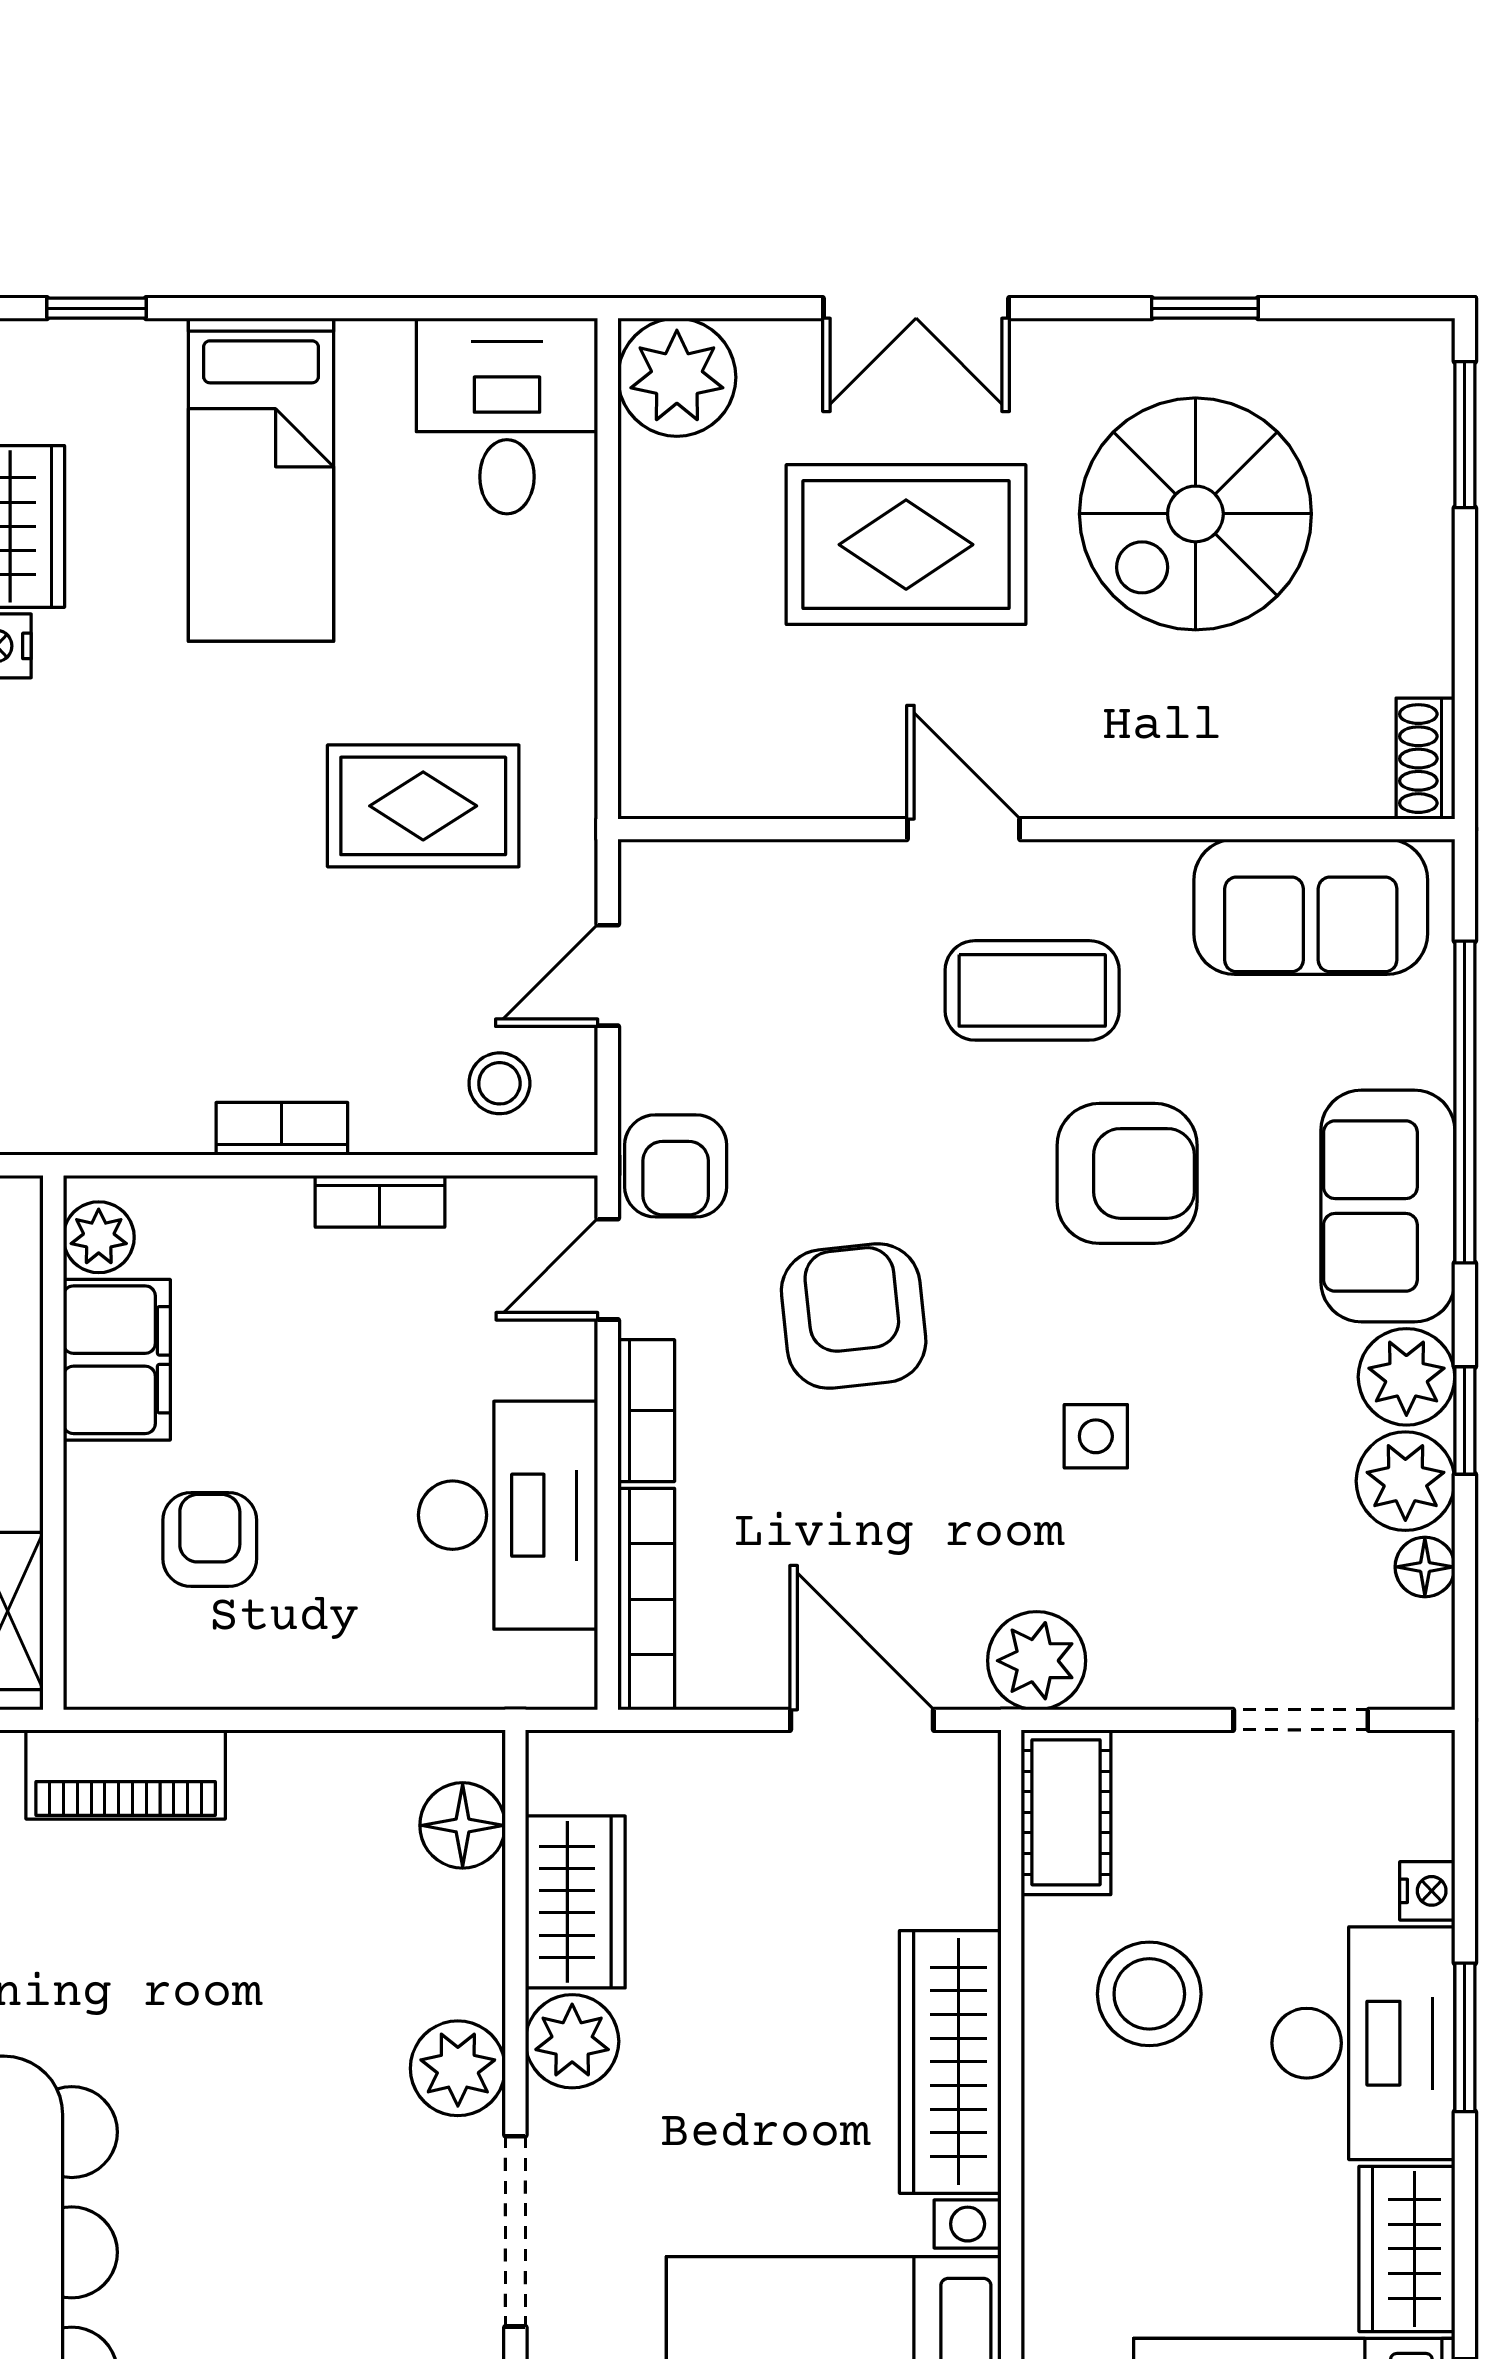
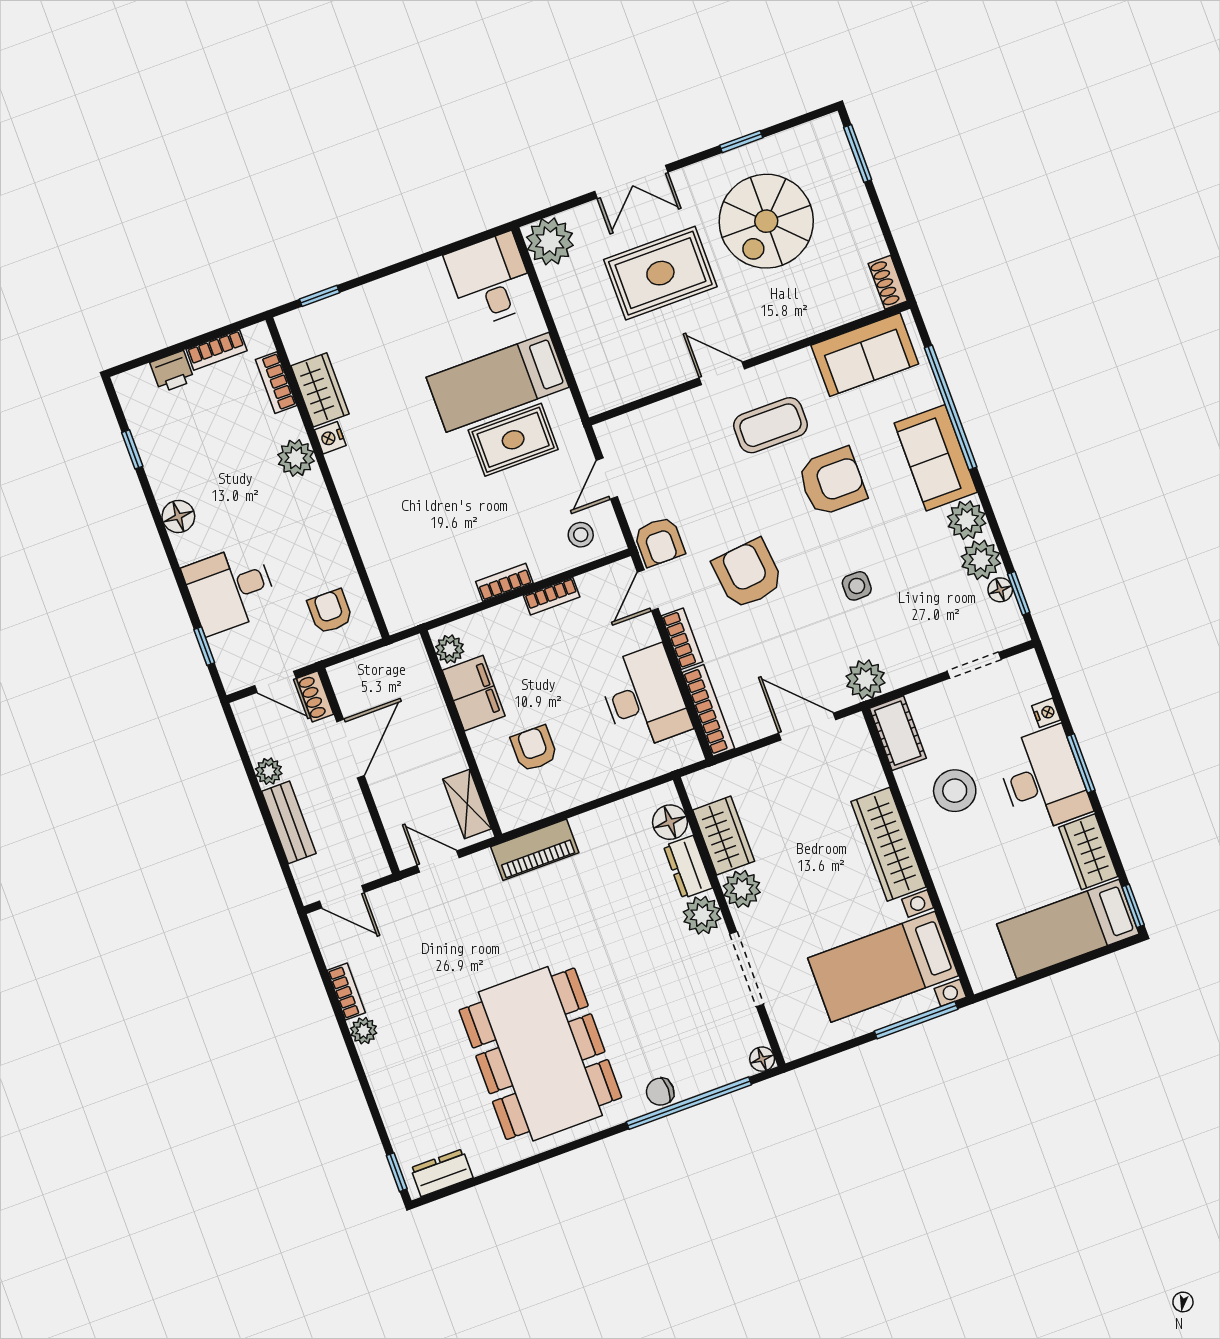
bed: (261, 480) -> (498, 382), moved, turned 90
window: (1465, 1420) -> (1019, 593), moved
dresser: (466, 1944) -> (688, 867), added

